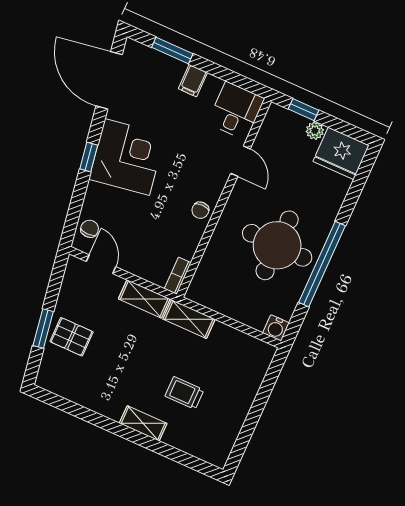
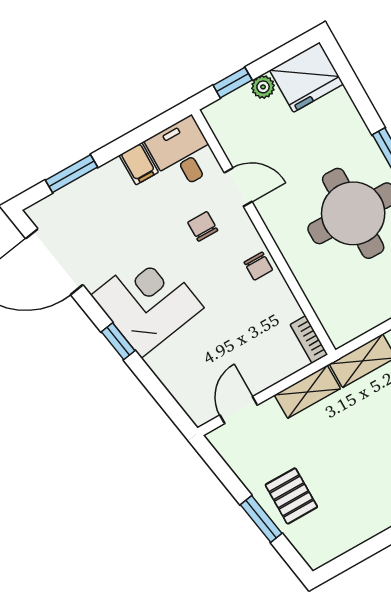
filing cabinet: (193, 81) -> (139, 164), moved
chair: (90, 229) -> (203, 226), moved
door: (101, 264) -> (239, 410), hinge flipped
pallet: (72, 337) -> (291, 496), turned 90

